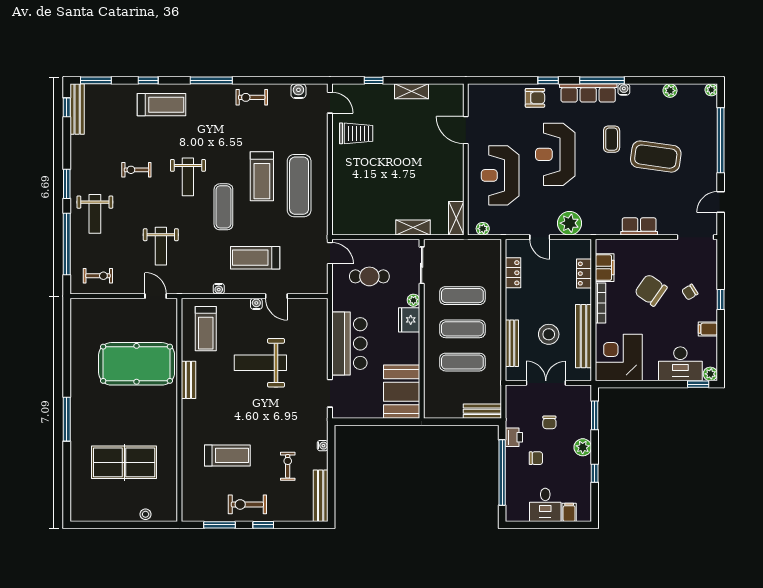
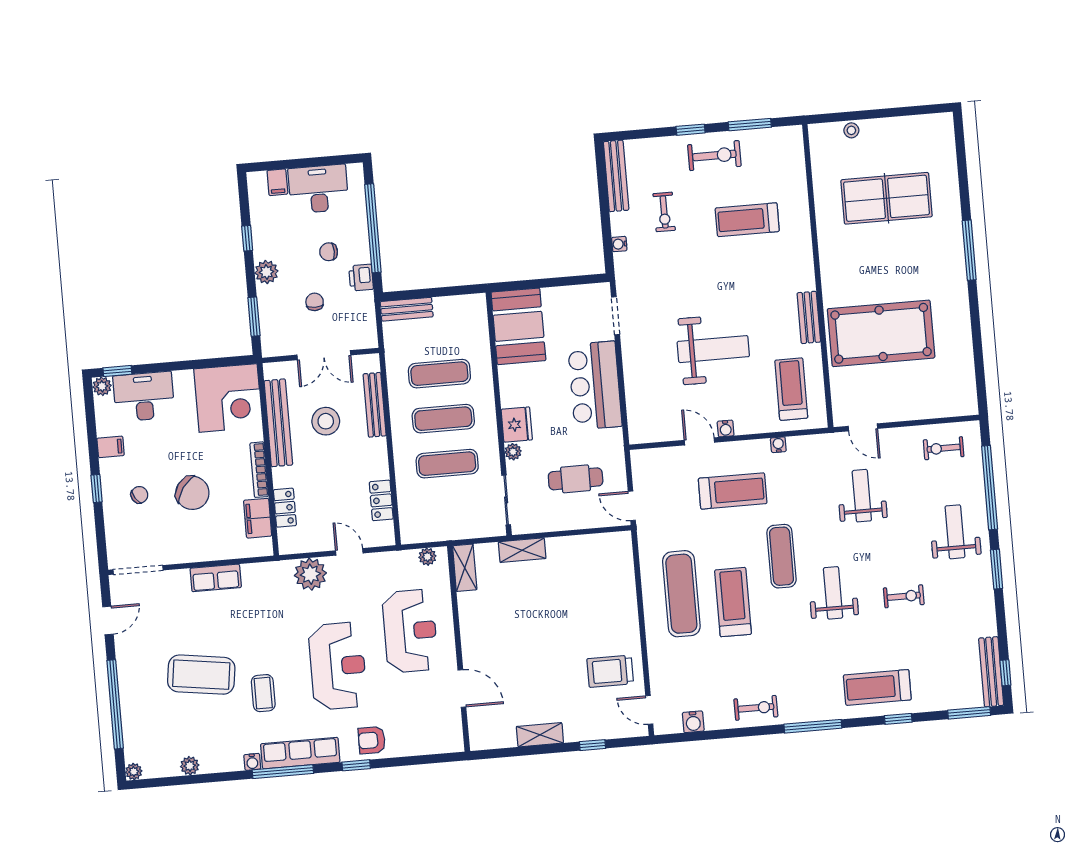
desk: (545, 505) -> (318, 189), width x1.37

